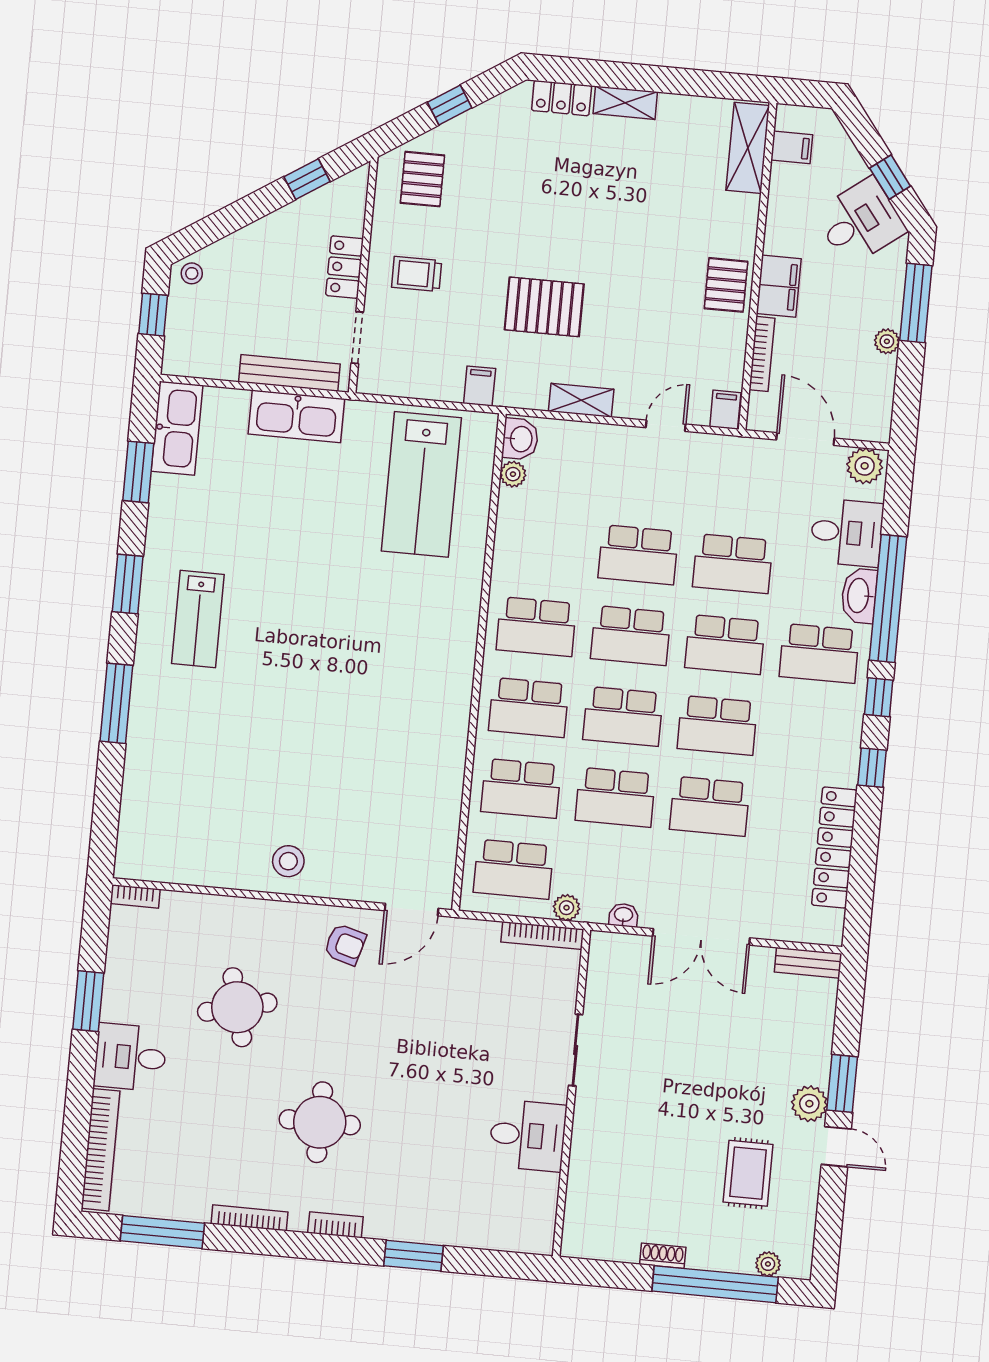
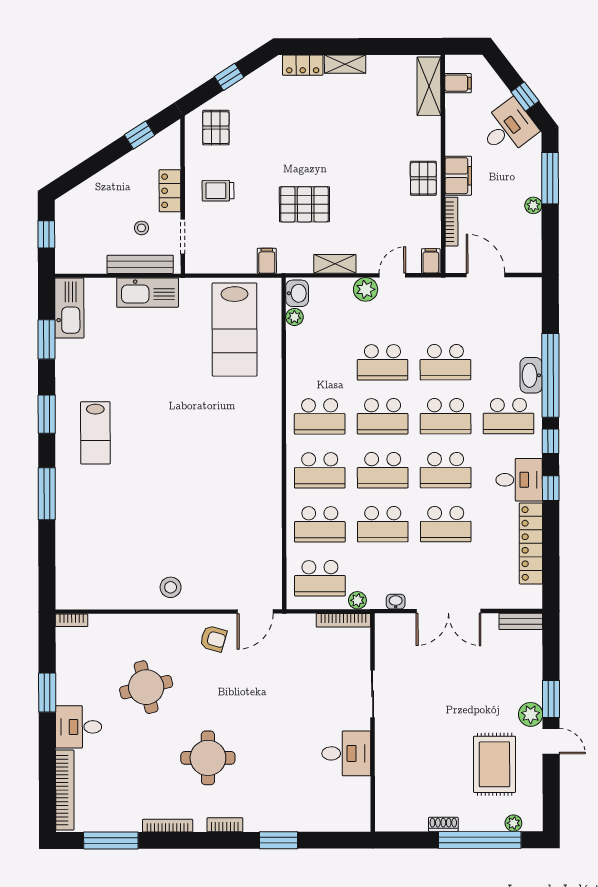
stool: (192, 273) -> (141, 228), moved
plant: (865, 466) -> (366, 289), moved
desk: (847, 532) -> (519, 480), moved
rug: (748, 1173) -> (494, 764), width x1.36, depth x1.43

